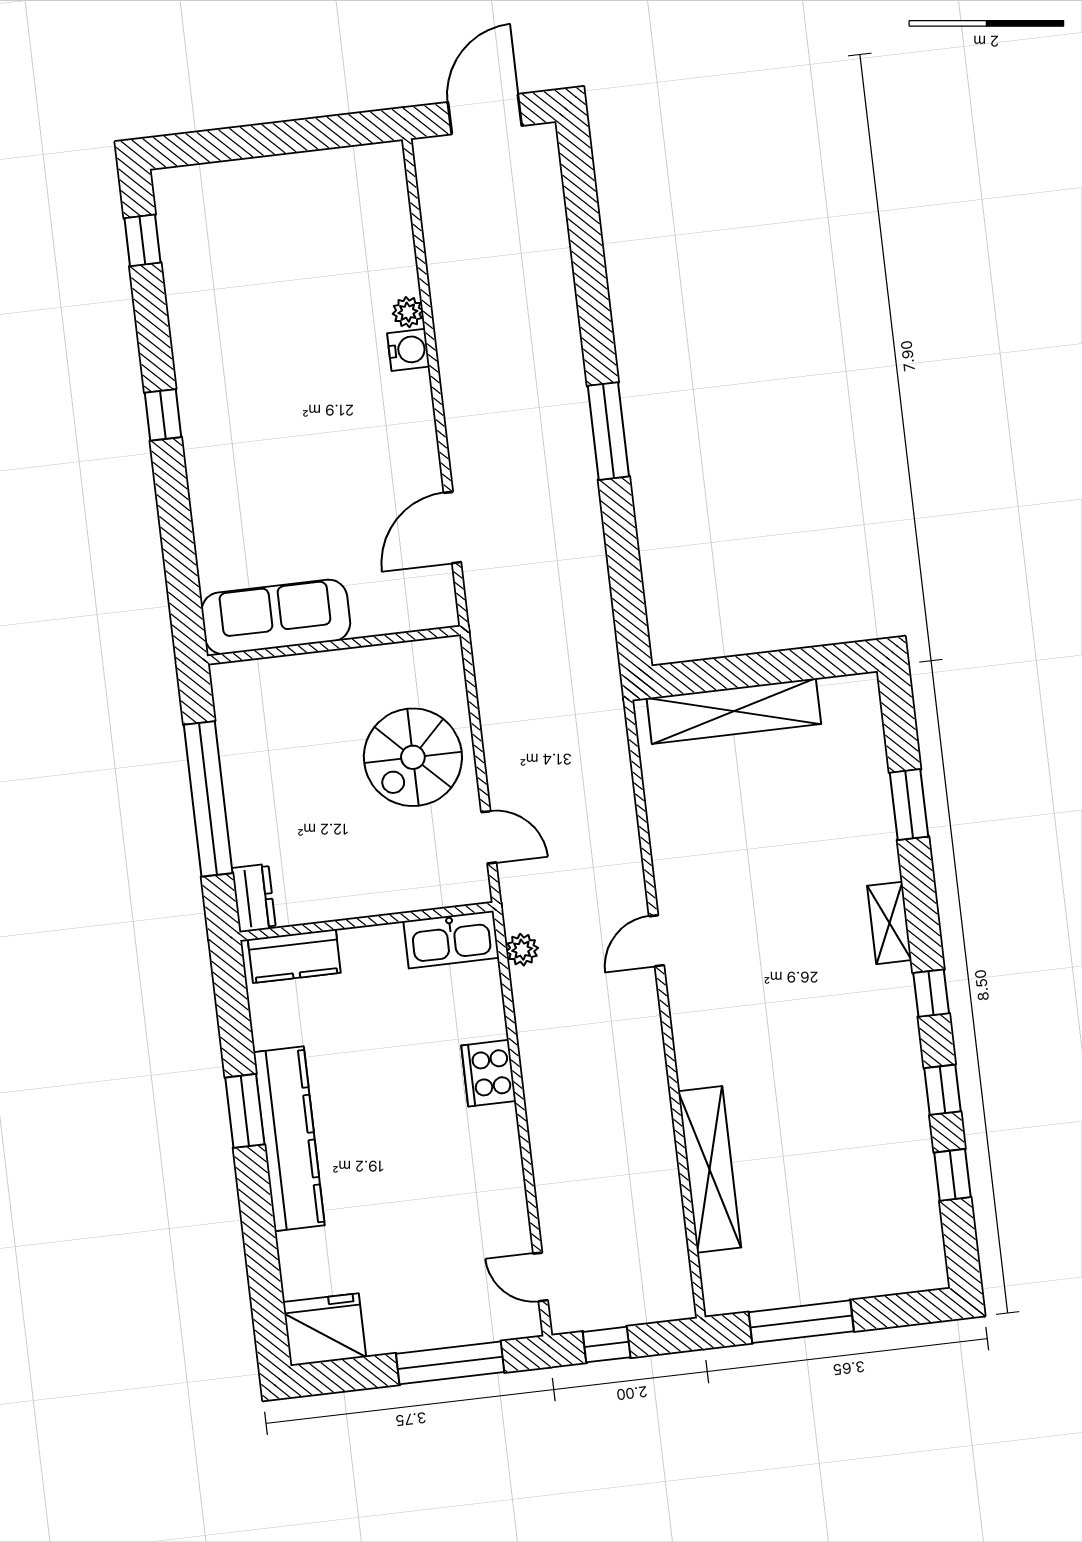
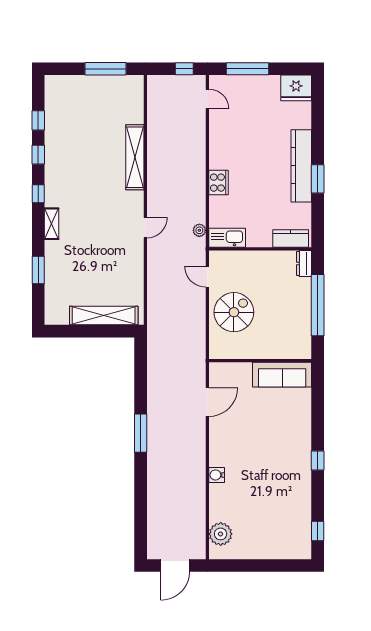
plant: (408, 312) -> (221, 534), moved, width x1.88, depth x1.88
shelving: (710, 1169) -> (135, 157), moved

